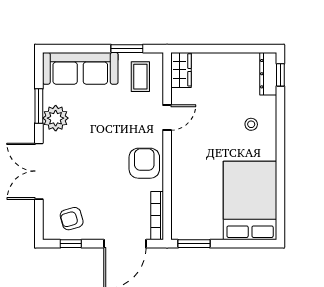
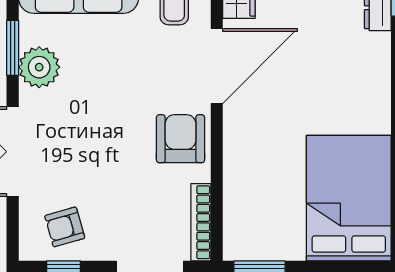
door: (167, 118) -> (217, 66), width x1.87
stool: (251, 124) -> (351, 77), removed

